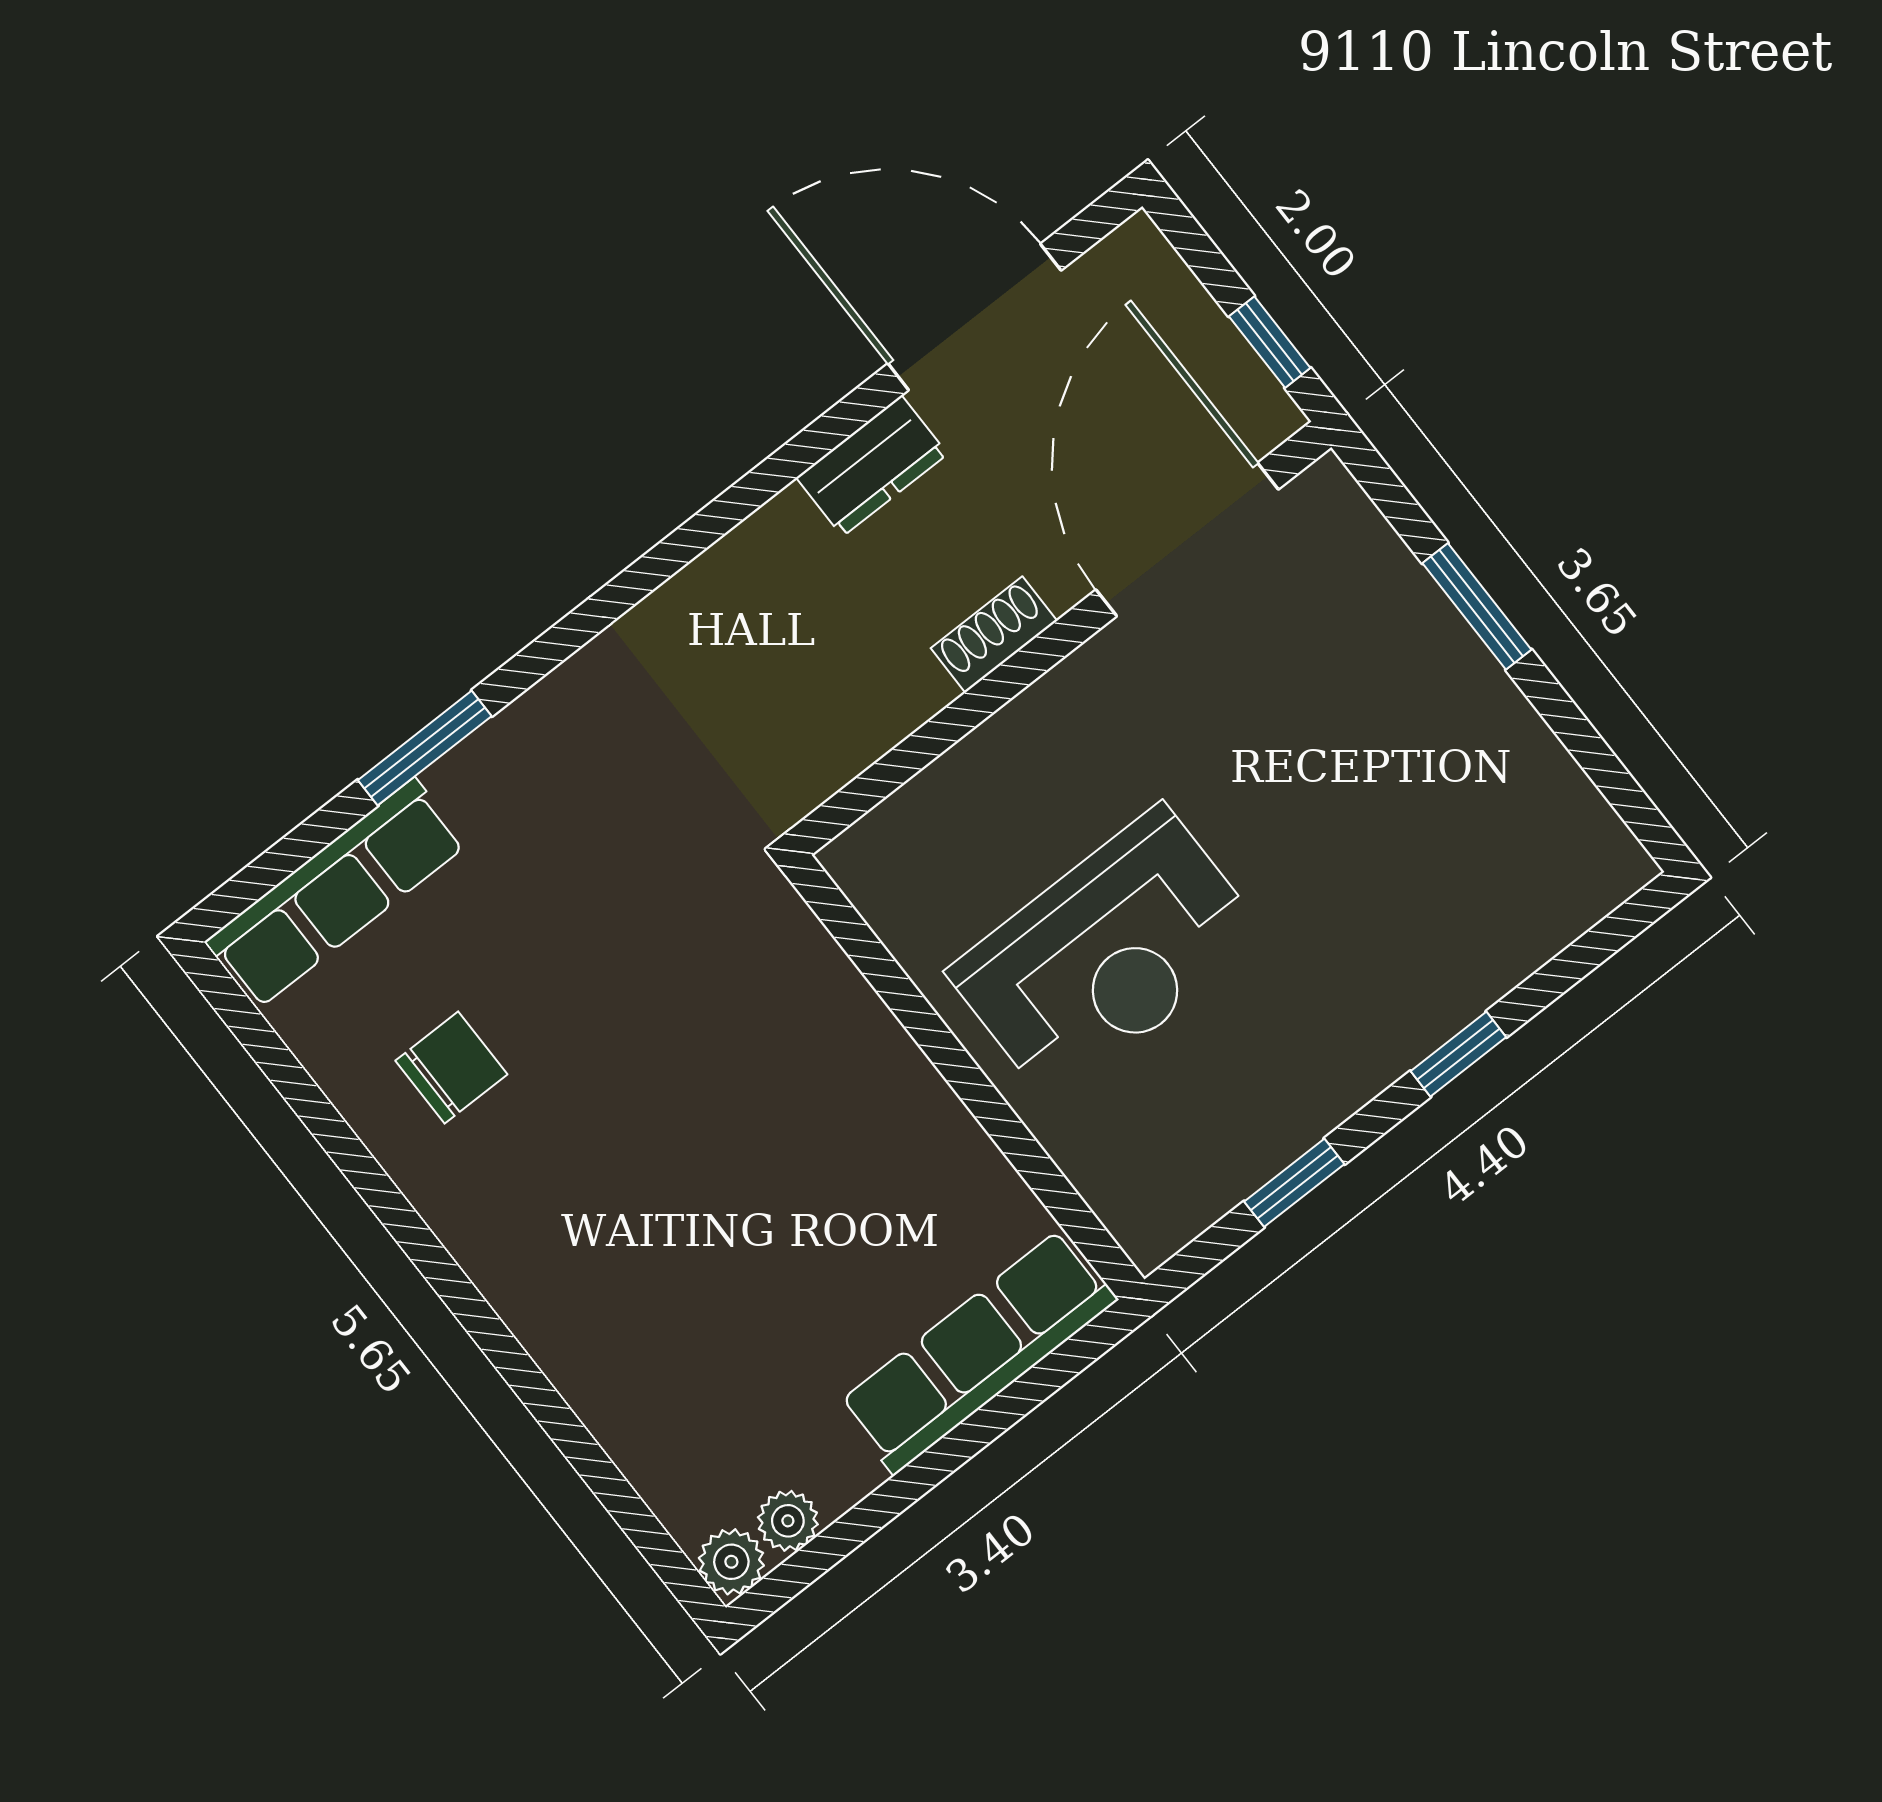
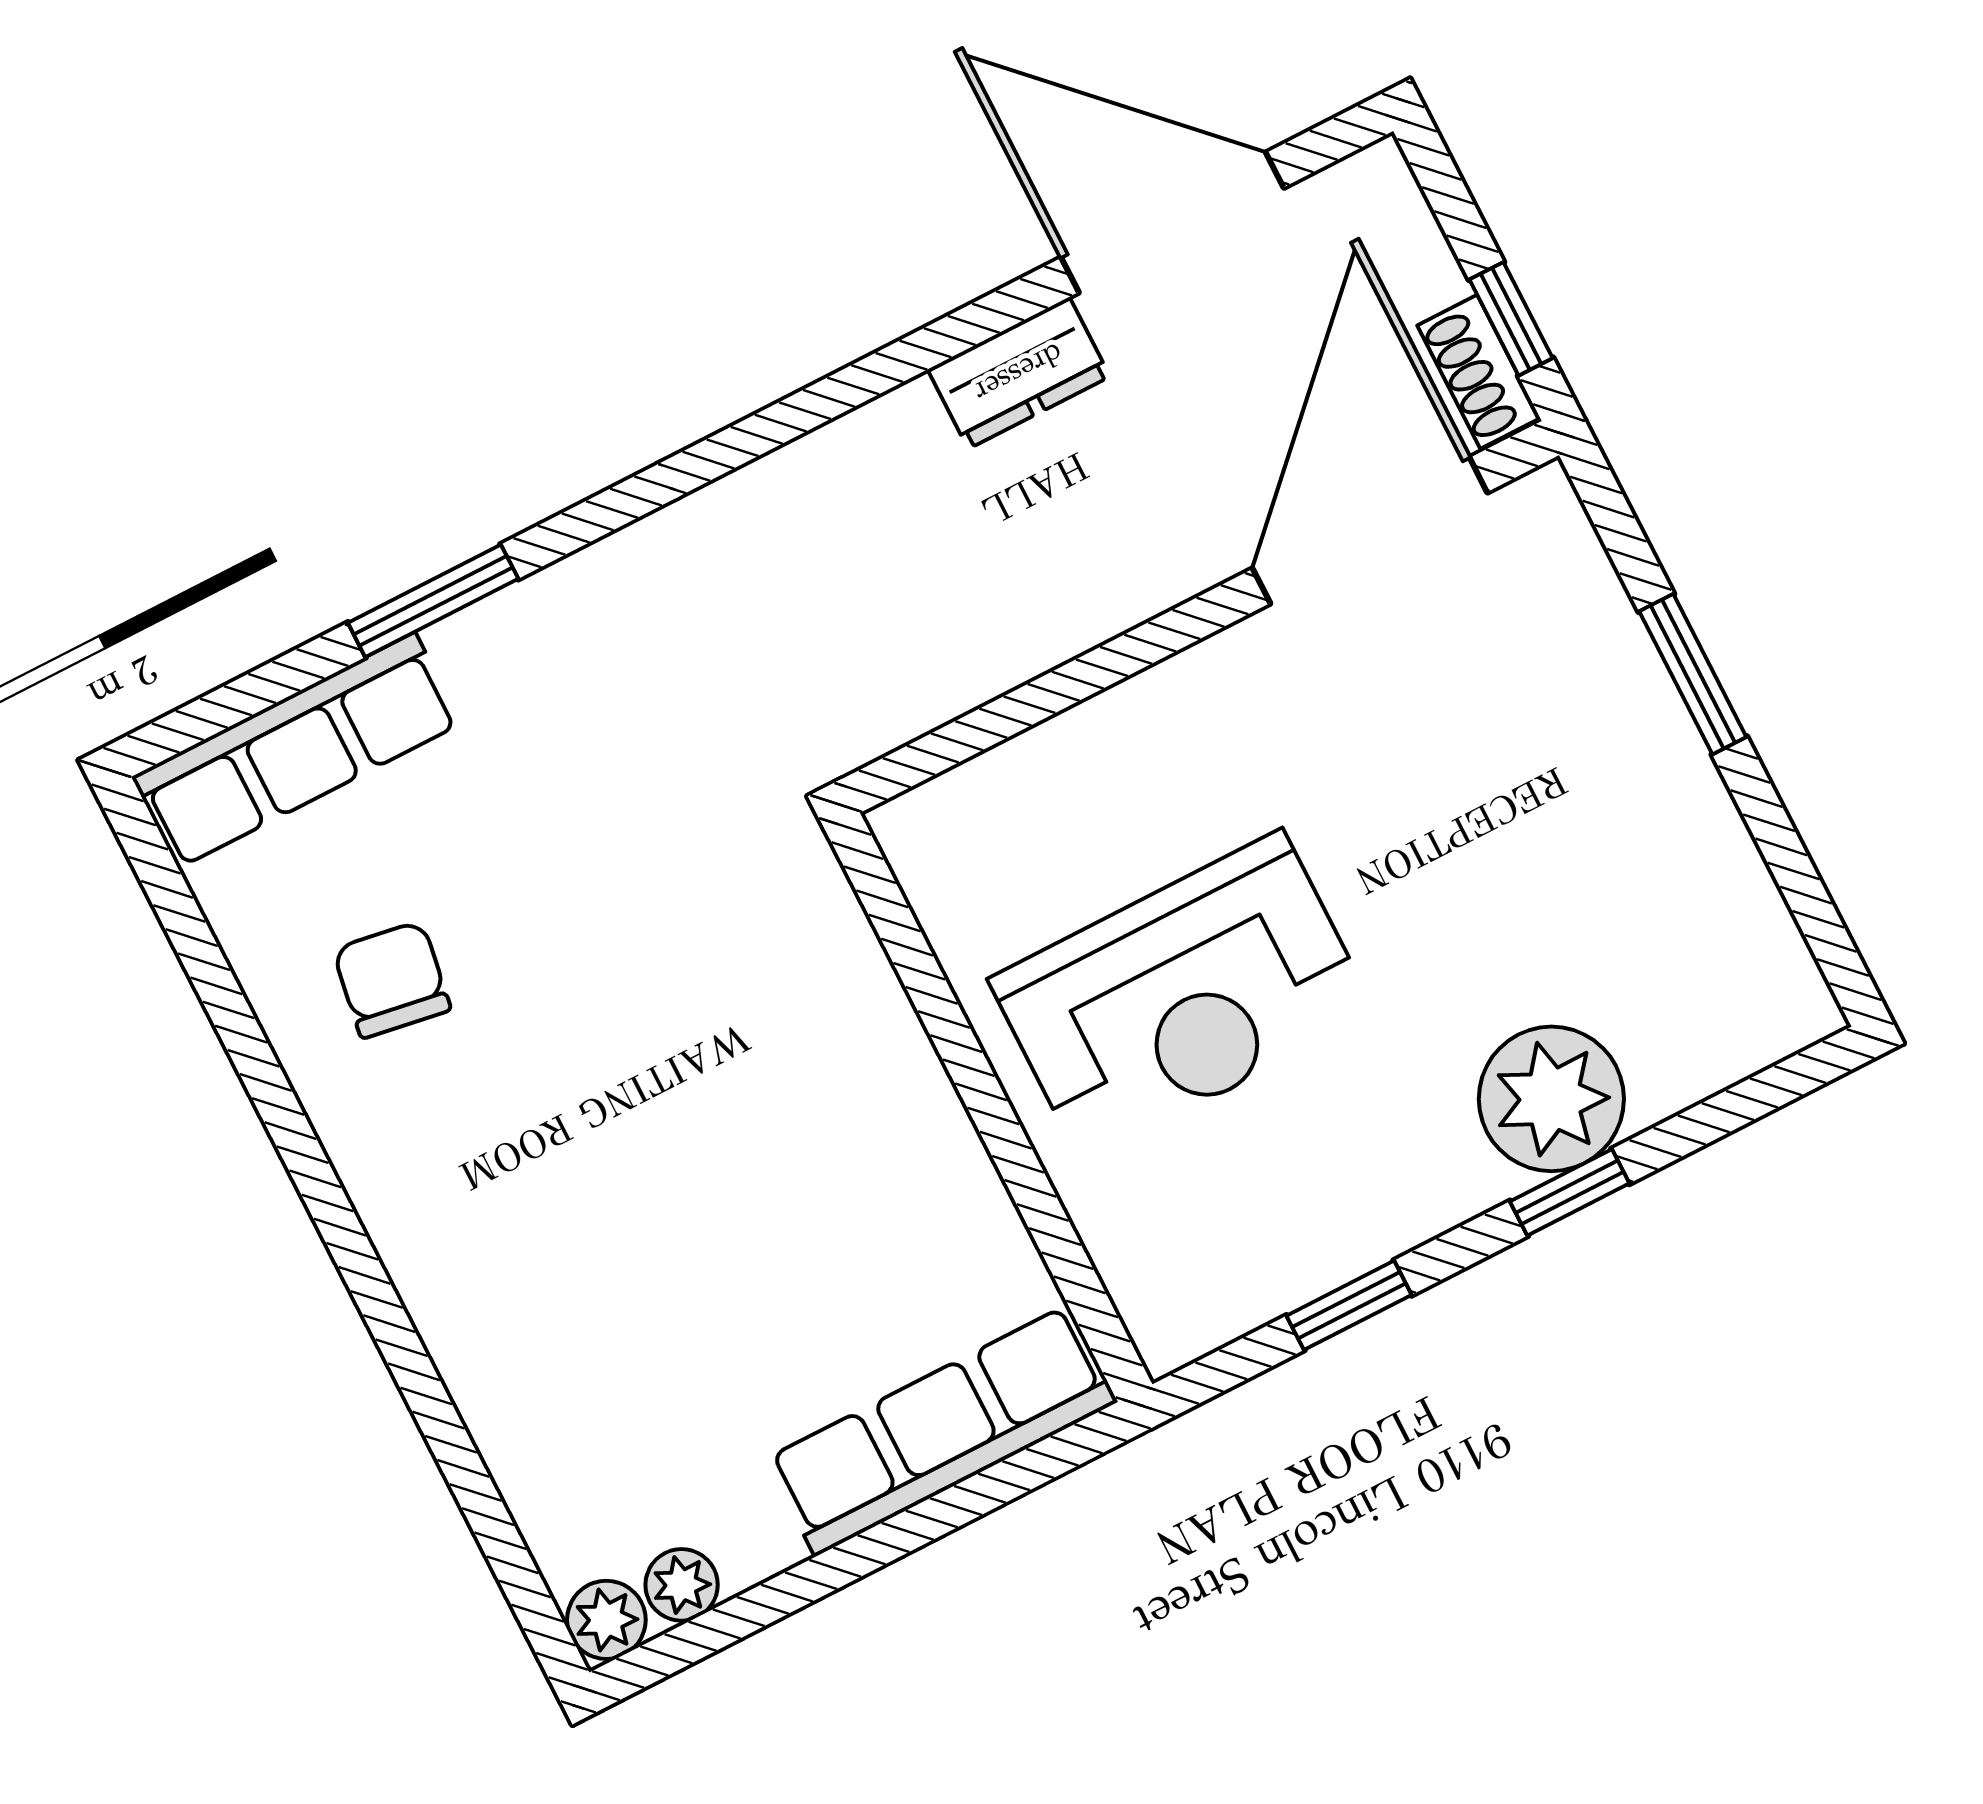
shoe rack: (994, 635) -> (1479, 372), moved, turned -90
plant: (1428, 980) -> (1551, 1099), added
chair: (451, 1067) -> (392, 980), turned -81

